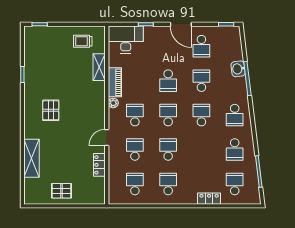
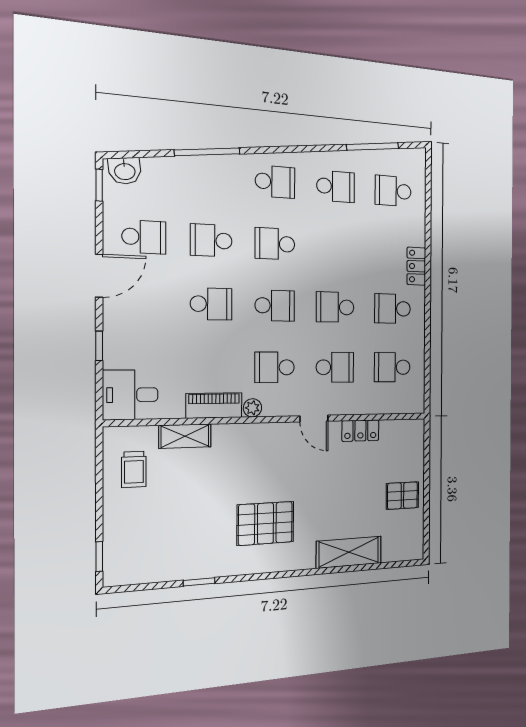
desk: (126, 39) -> (130, 395), width x0.73
washbasin: (238, 69) -> (125, 171), moved
pallet: (51, 110) -> (265, 523), width x1.50, depth x1.42
school desk: (168, 115) -> (275, 306), turned 180
school desk: (135, 150) -> (335, 367), turned 180
pallet: (61, 191) -> (402, 496), turned 90
locker: (209, 199) -> (416, 266), moved

